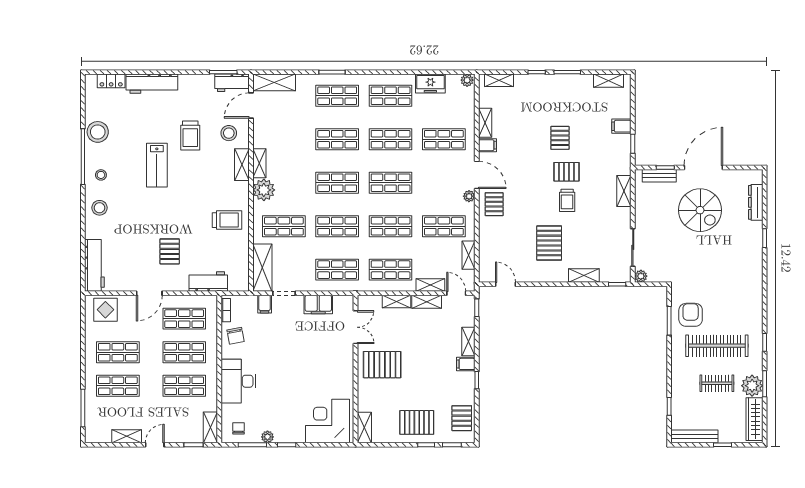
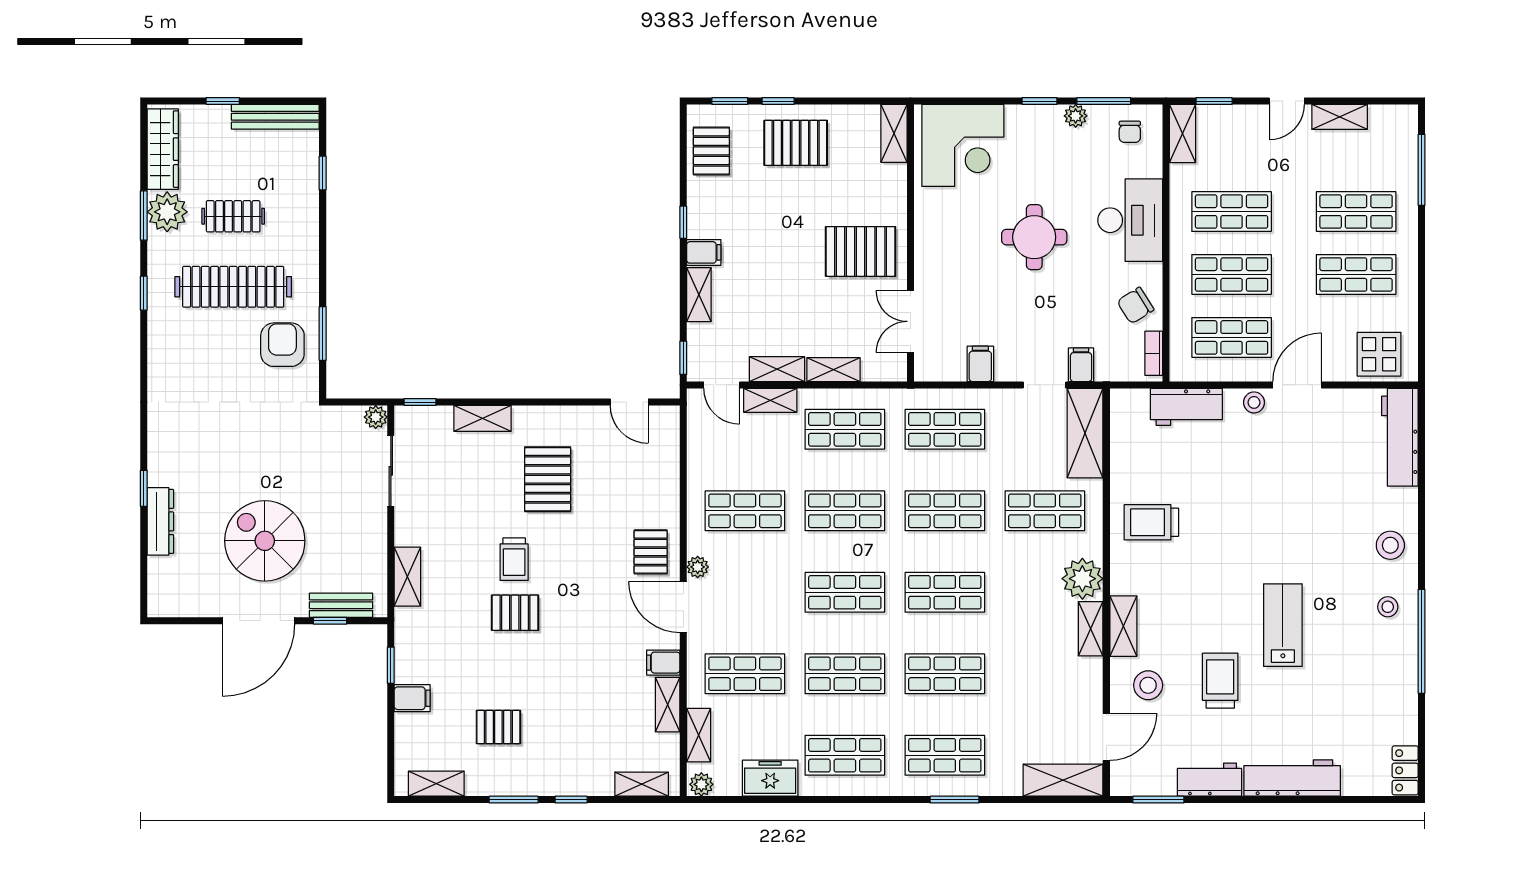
locker: (111, 81) -> (1405, 770), moved, turned -90
workbench: (232, 83) -> (1209, 780), moved
stool: (98, 132) -> (1254, 402), moved, width x0.53, depth x0.53
pallet: (560, 138) -> (498, 727), moved, turned 90
trolley: (567, 200) -> (514, 559), turned 180
dresser: (756, 202) -> (160, 521), moved
pallet: (170, 251) -> (1259, 463), removed
shelving: (469, 255) -> (699, 735), moved
filing cabinet: (318, 305) -> (980, 364), width x0.50
armchair: (691, 315) -> (282, 345), turned 180
chair: (235, 336) -> (1135, 305), turned -111
round table: (290, 372) -> (1034, 237), added

